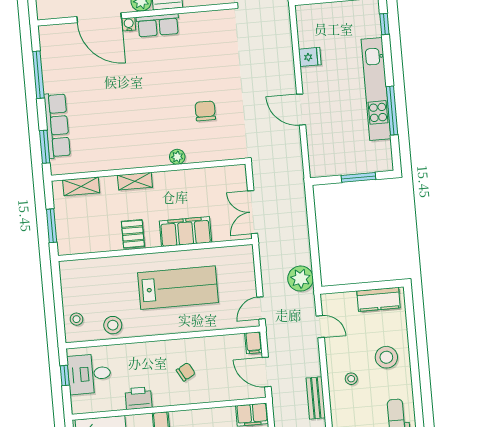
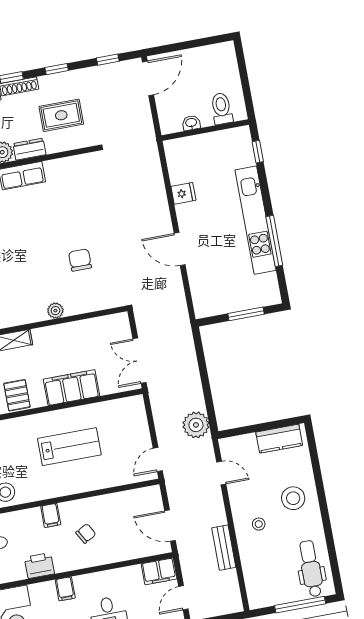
lab bench: (178, 288) -> (69, 447), width x0.73, depth x0.72
filing cabinet: (253, 343) -> (51, 515), moved

